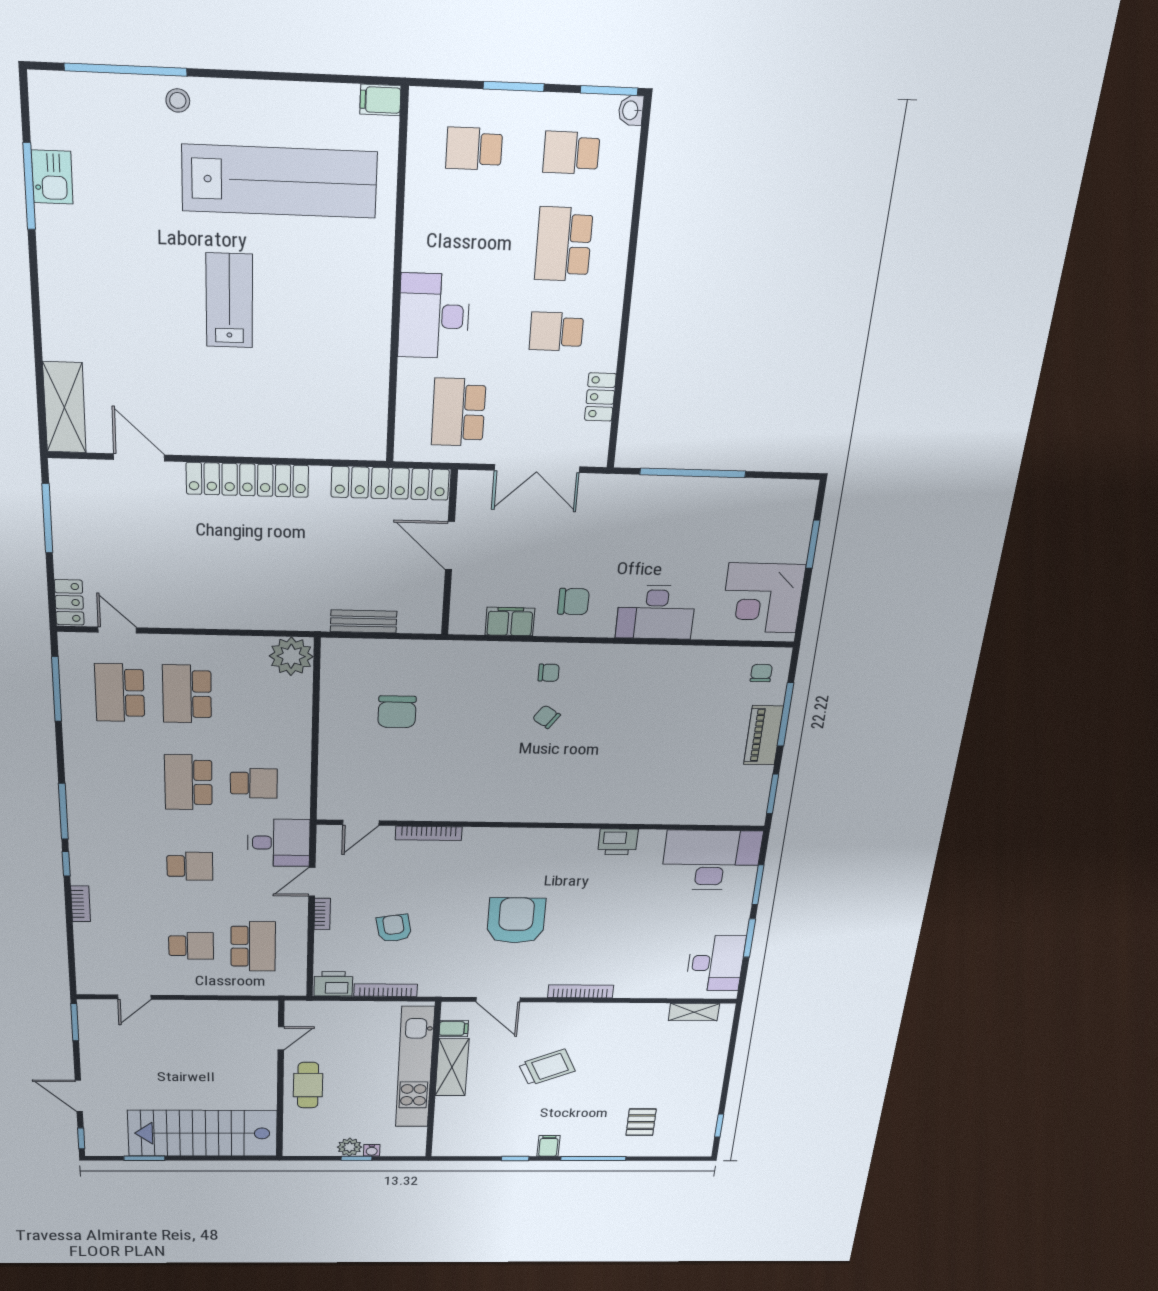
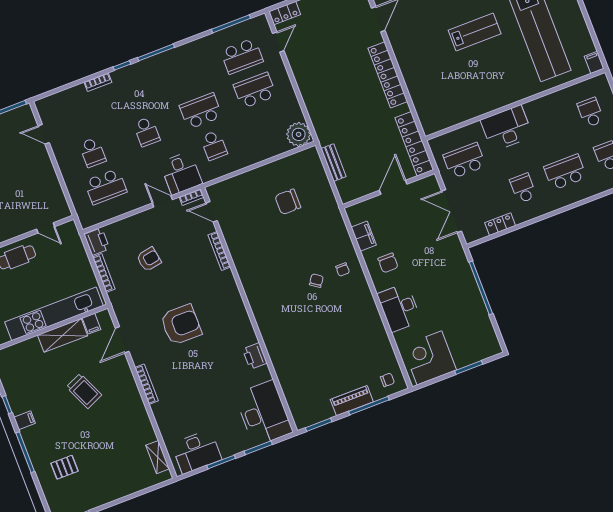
school desk: (120, 693) -> (242, 56), turned 180
bookcase: (322, 914) -> (192, 197), moved

